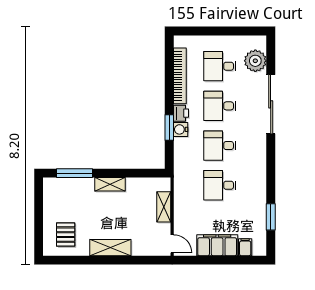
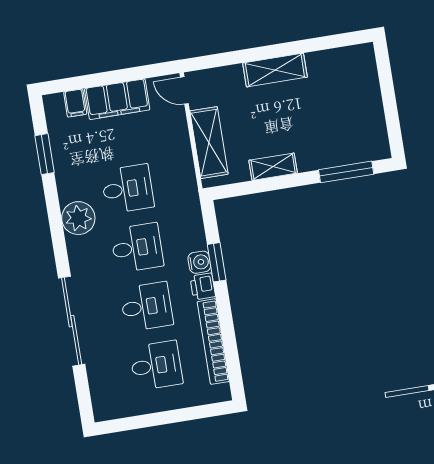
plant: (255, 61) -> (78, 218), moved
shelving: (110, 184) -> (273, 167), moved
shelving: (164, 207) -> (209, 143), width x1.50, depth x1.33
pallet: (66, 235) -> (345, 79), removed

